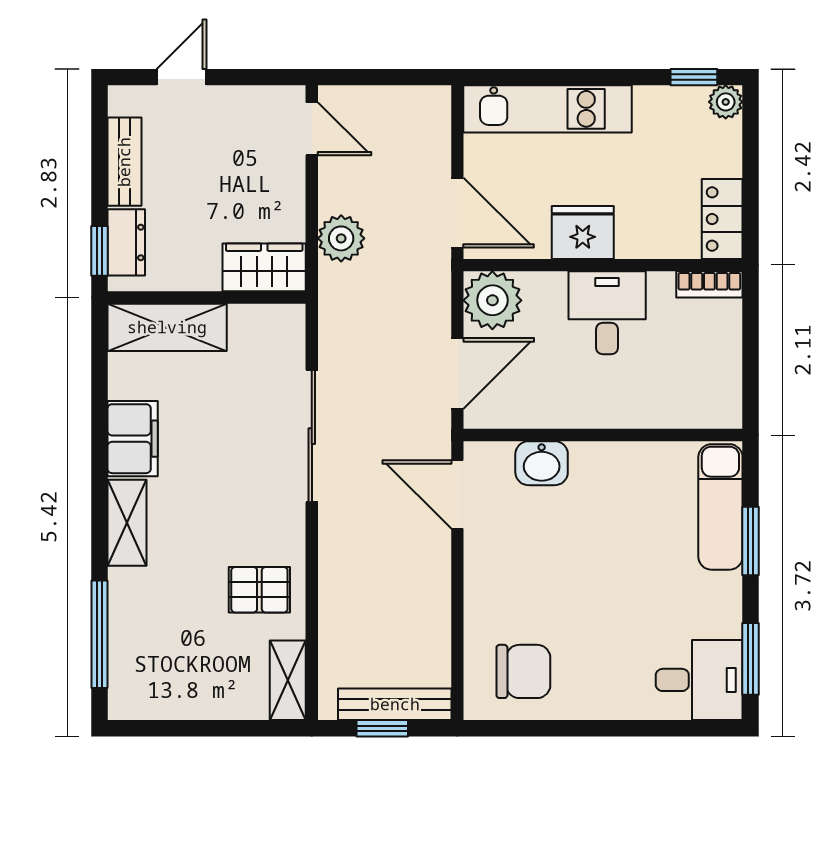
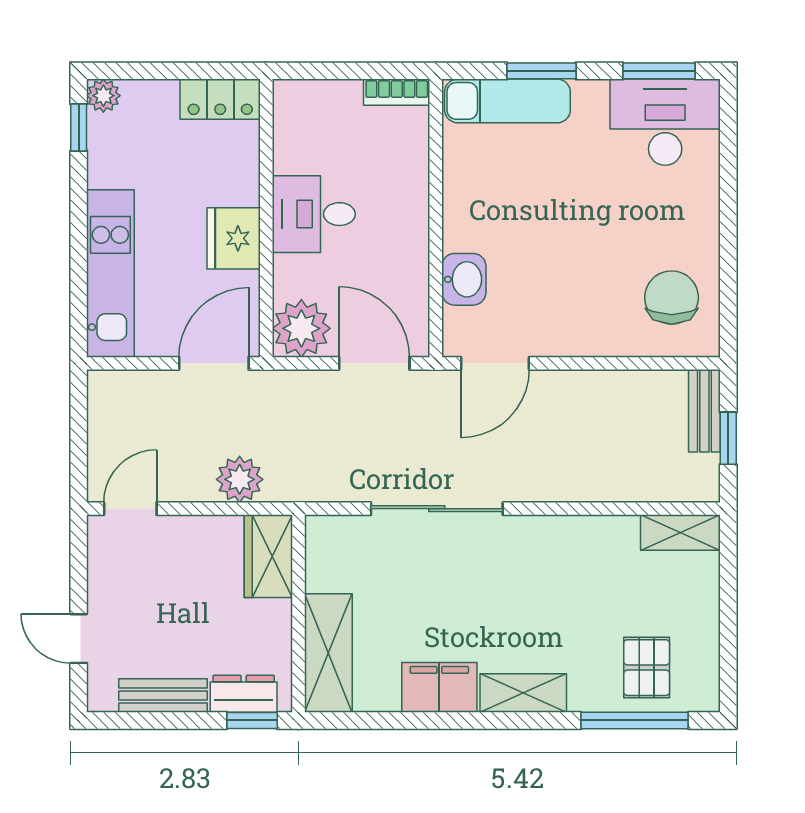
bookcase: (709, 284) -> (397, 92), moved, turned 90
pallet: (259, 590) -> (647, 668), moved
desk: (699, 680) -> (665, 122), width x1.37
bench: (395, 704) -> (704, 411), width x0.73

